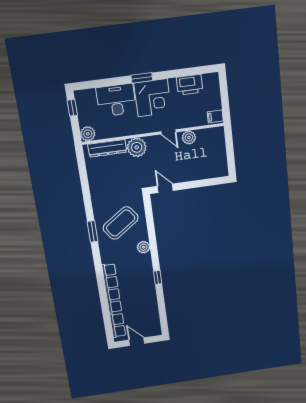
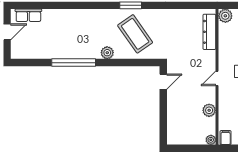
door: (169, 132) -> (217, 78), moved
plant: (137, 147) -> (211, 140), moved, width x0.53, depth x0.53
window: (158, 277) -> (74, 63), width x3.17
row of seats: (112, 288) -> (69, 15), removed

